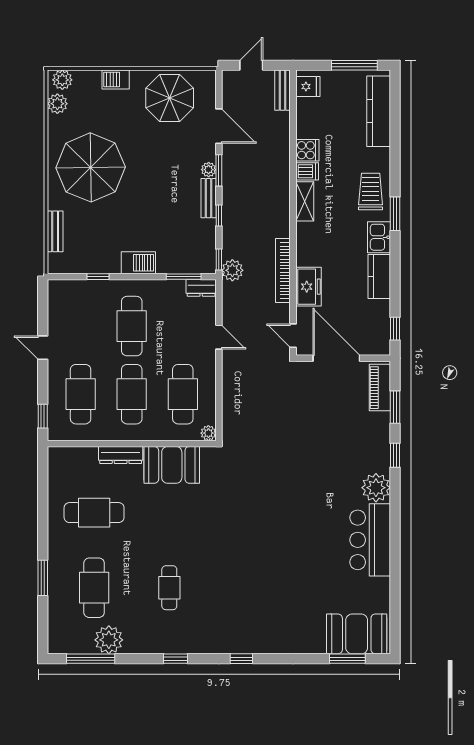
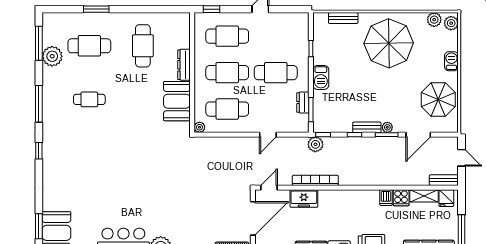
shelving: (305, 201) -> (424, 196), moved
dresser: (201, 288) -> (303, 103), moved
window: (176, 659) -> (39, 104), width x2.17

